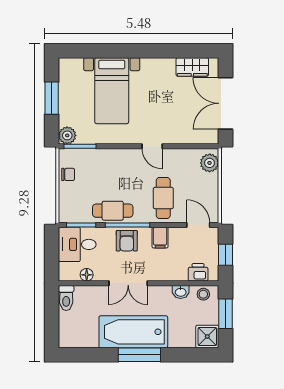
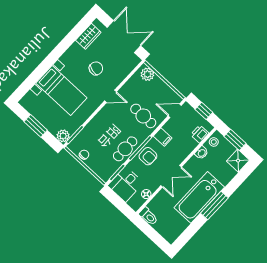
double door: (226, 103) -> (124, 37), swing flipped
chair: (167, 105) -> (96, 68), added

